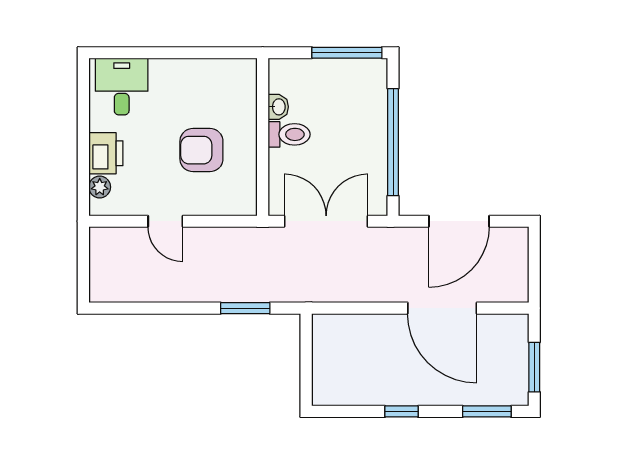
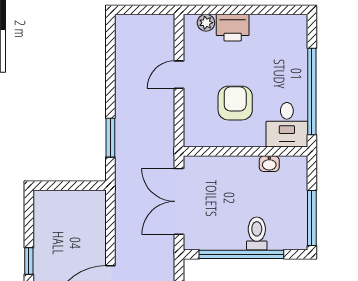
window: (187, 53) -> (312, 92), added
desk: (122, 87) -> (287, 125), moved, turned 90
toilet: (289, 134) -> (257, 233), moved, turned 180
double door: (326, 221) -> (179, 201), swing flipped

